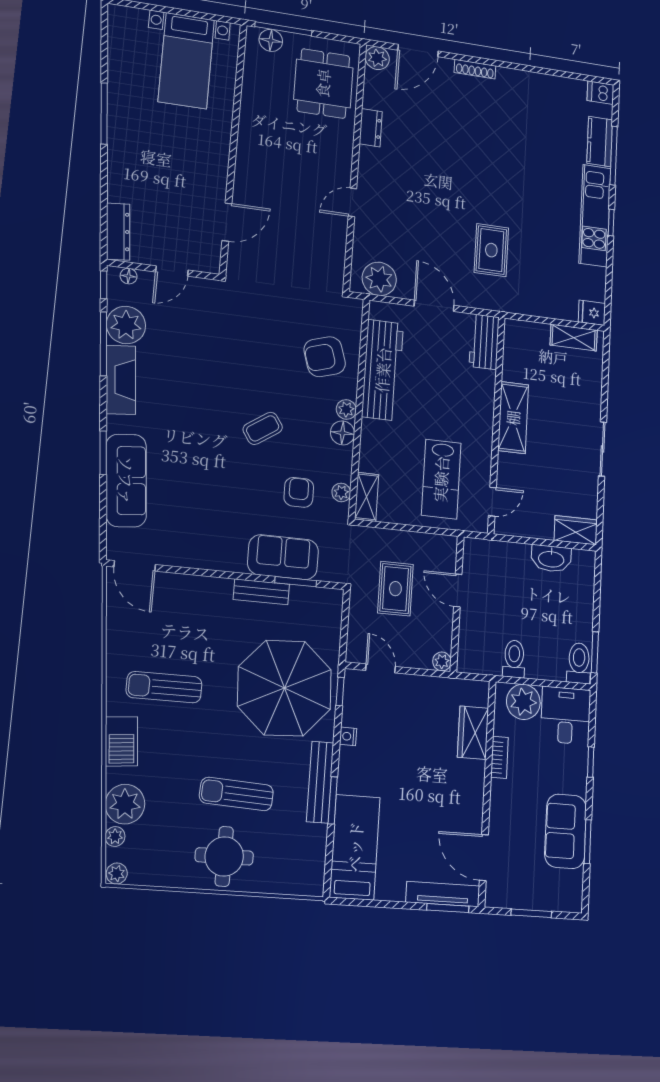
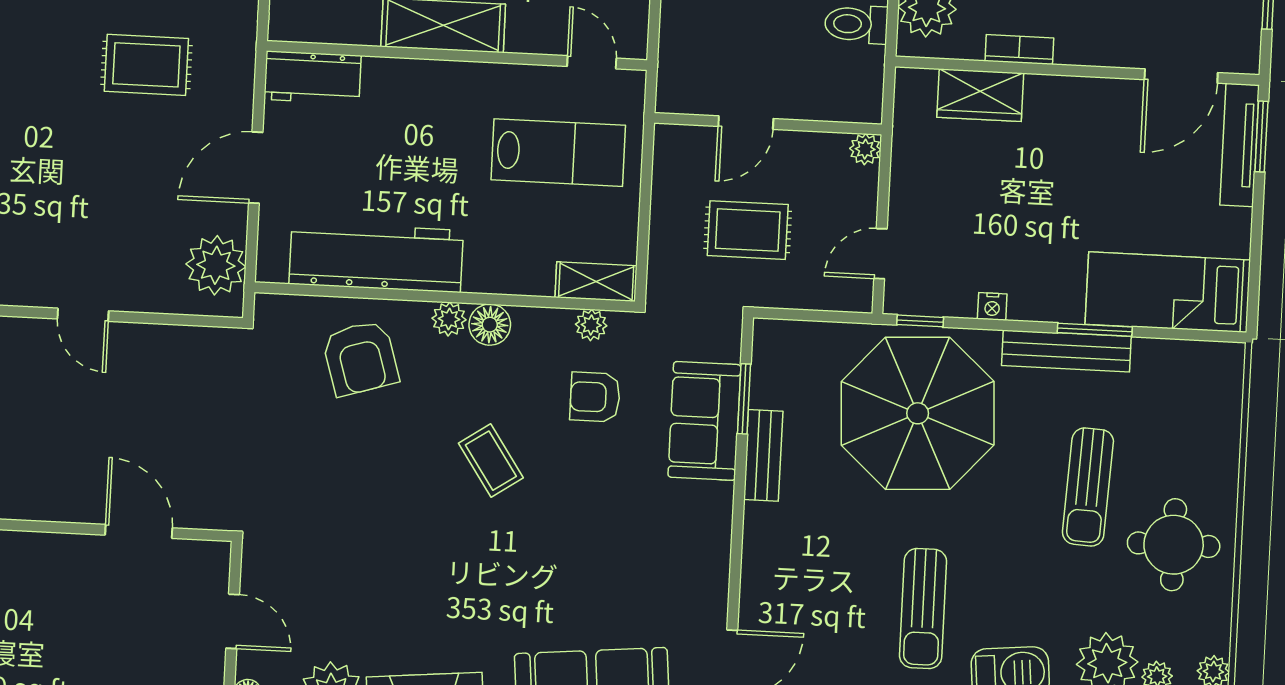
round table: (224, 856) -> (1174, 545), moved

